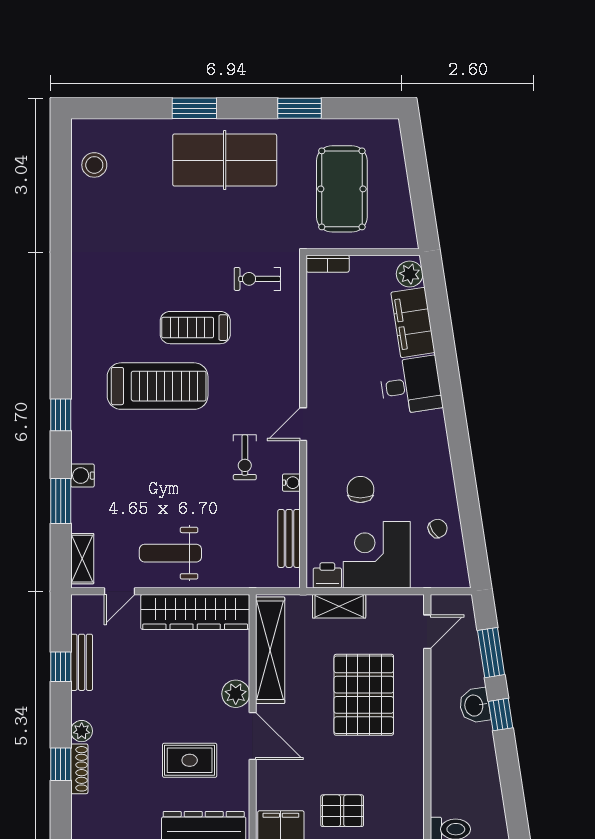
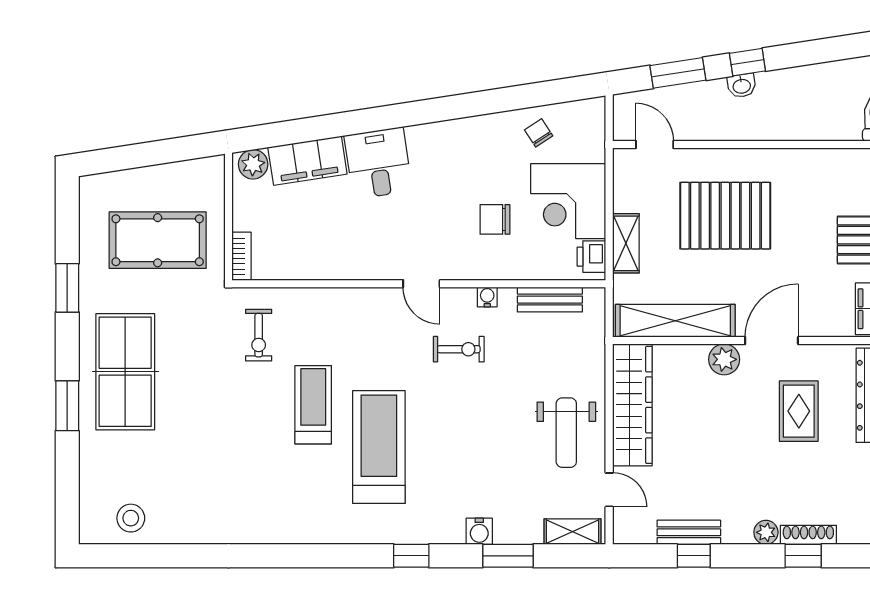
treadmill: (195, 328) -> (313, 405), turned 180
washbasin: (475, 705) -> (742, 86), width x0.72, depth x0.69

